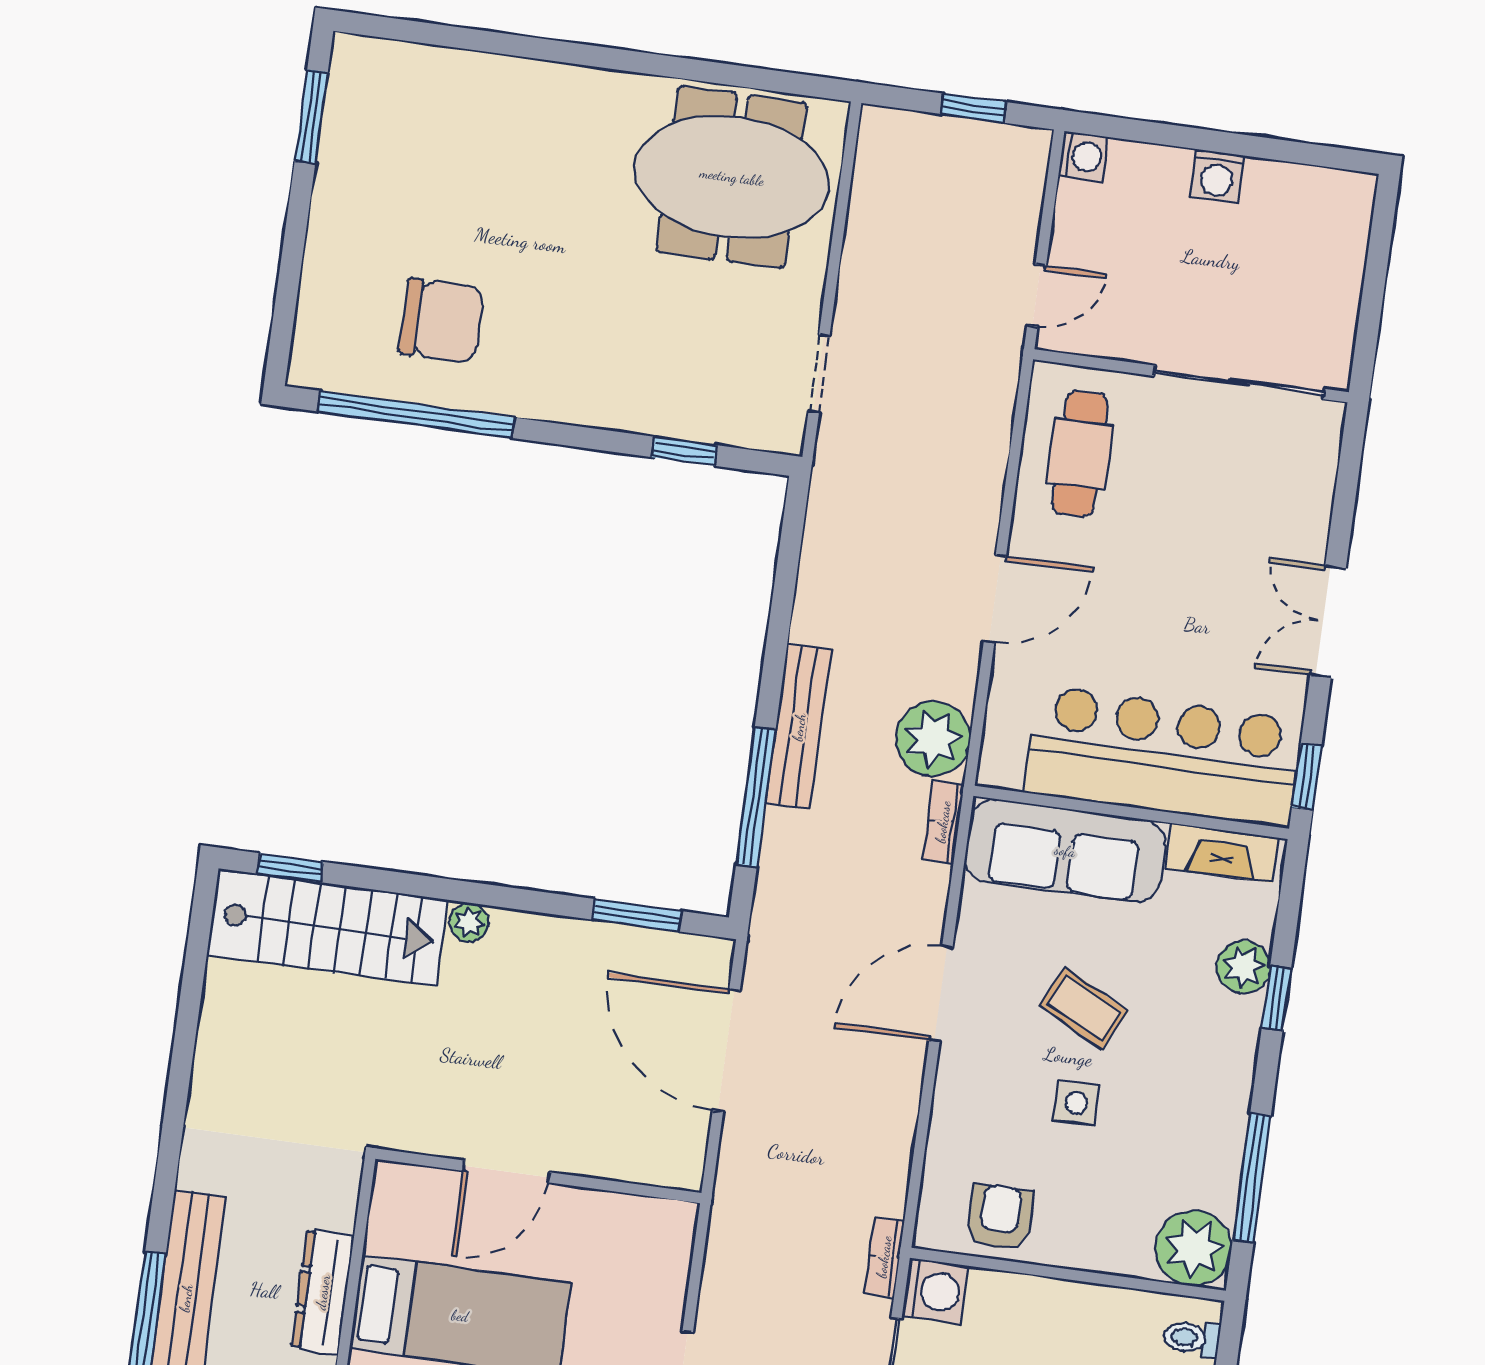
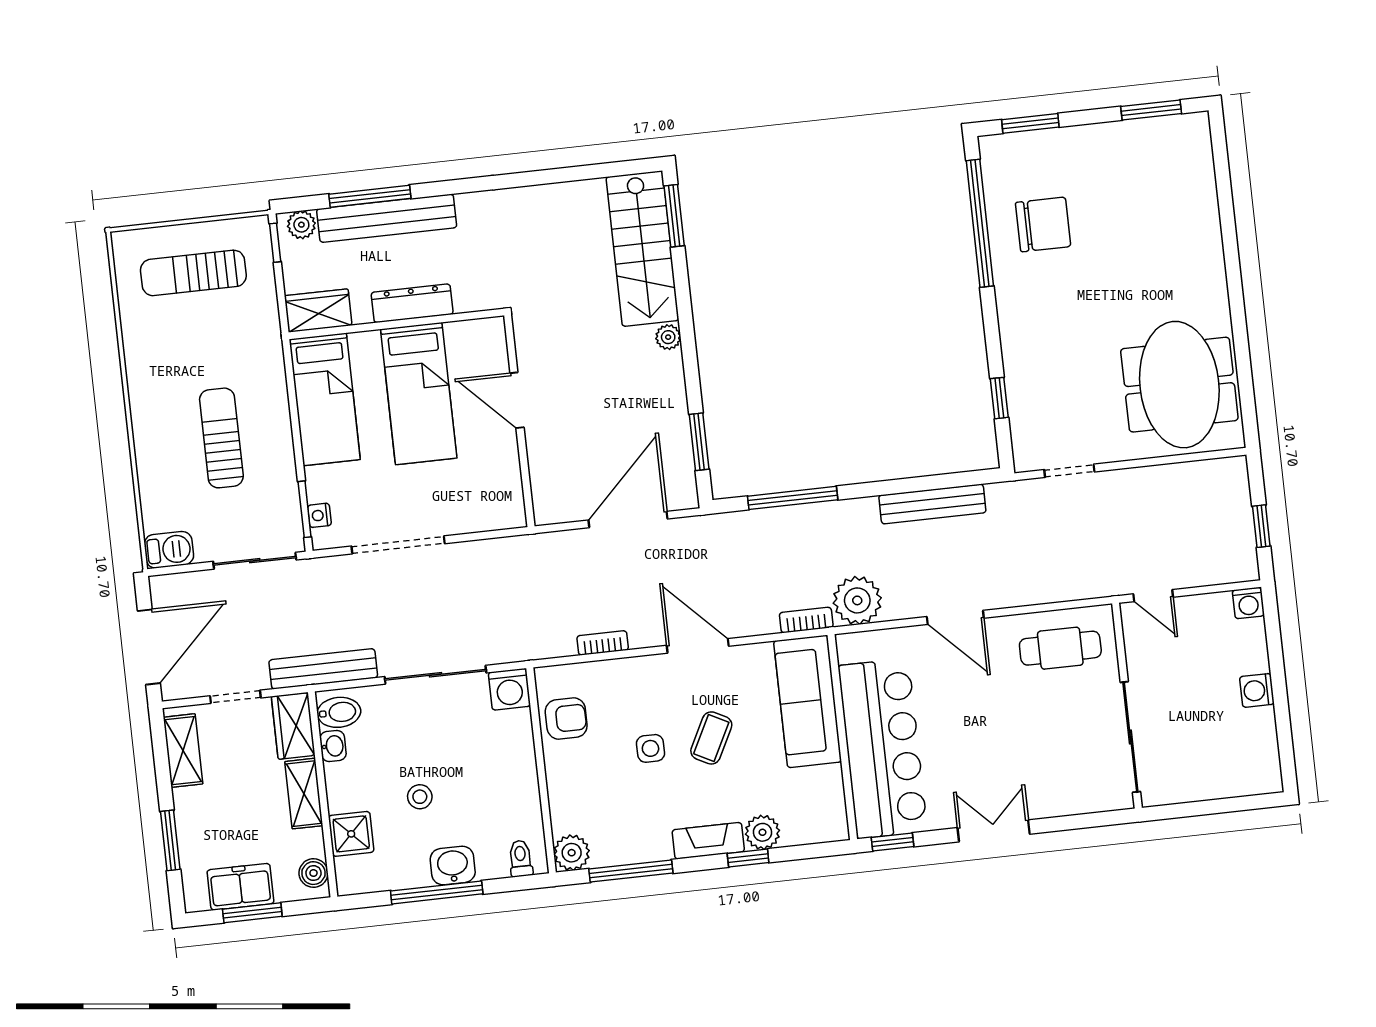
window: (286, 302) -> (1030, 123), added
chair: (441, 321) -> (1043, 224), turned -90
bench: (799, 727) -> (932, 504), moved
fireplace: (1222, 853) -> (708, 841), moved, turned 90
window: (290, 868) -> (674, 216), width x1.50
plant: (1194, 1248) -> (572, 853), width x0.73, depth x0.73
bookcase: (884, 1257) -> (603, 643), moved

